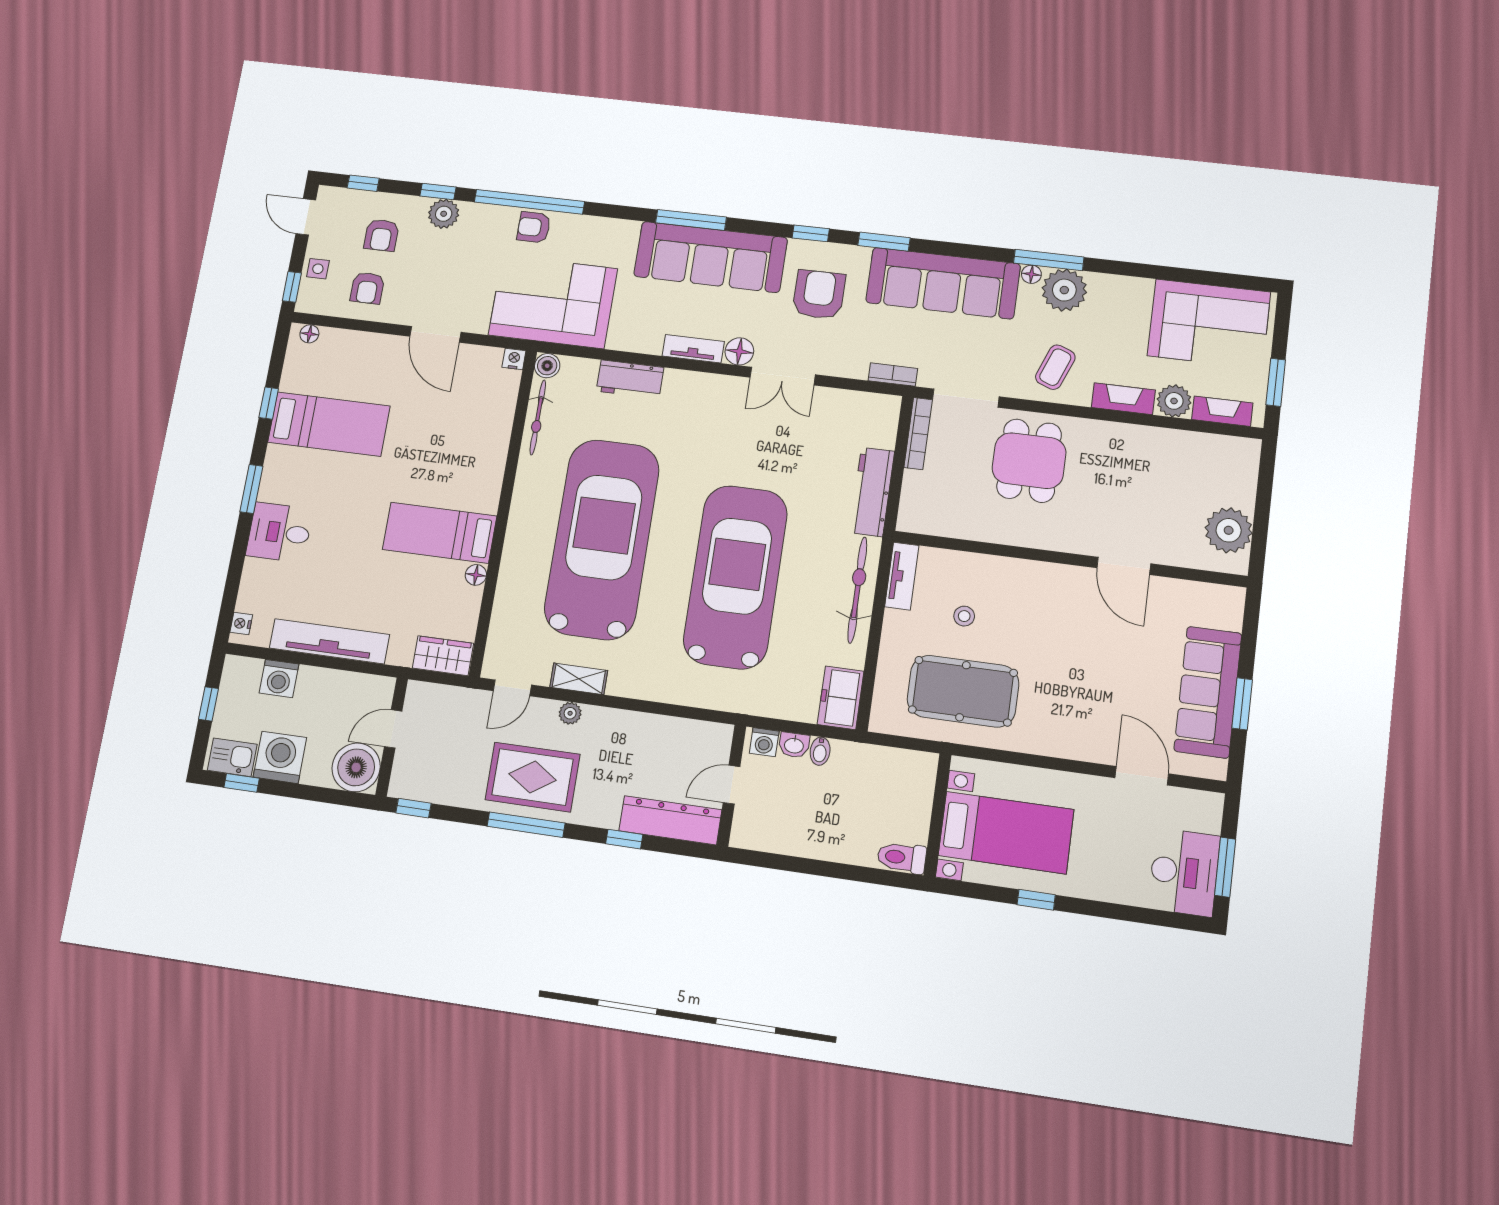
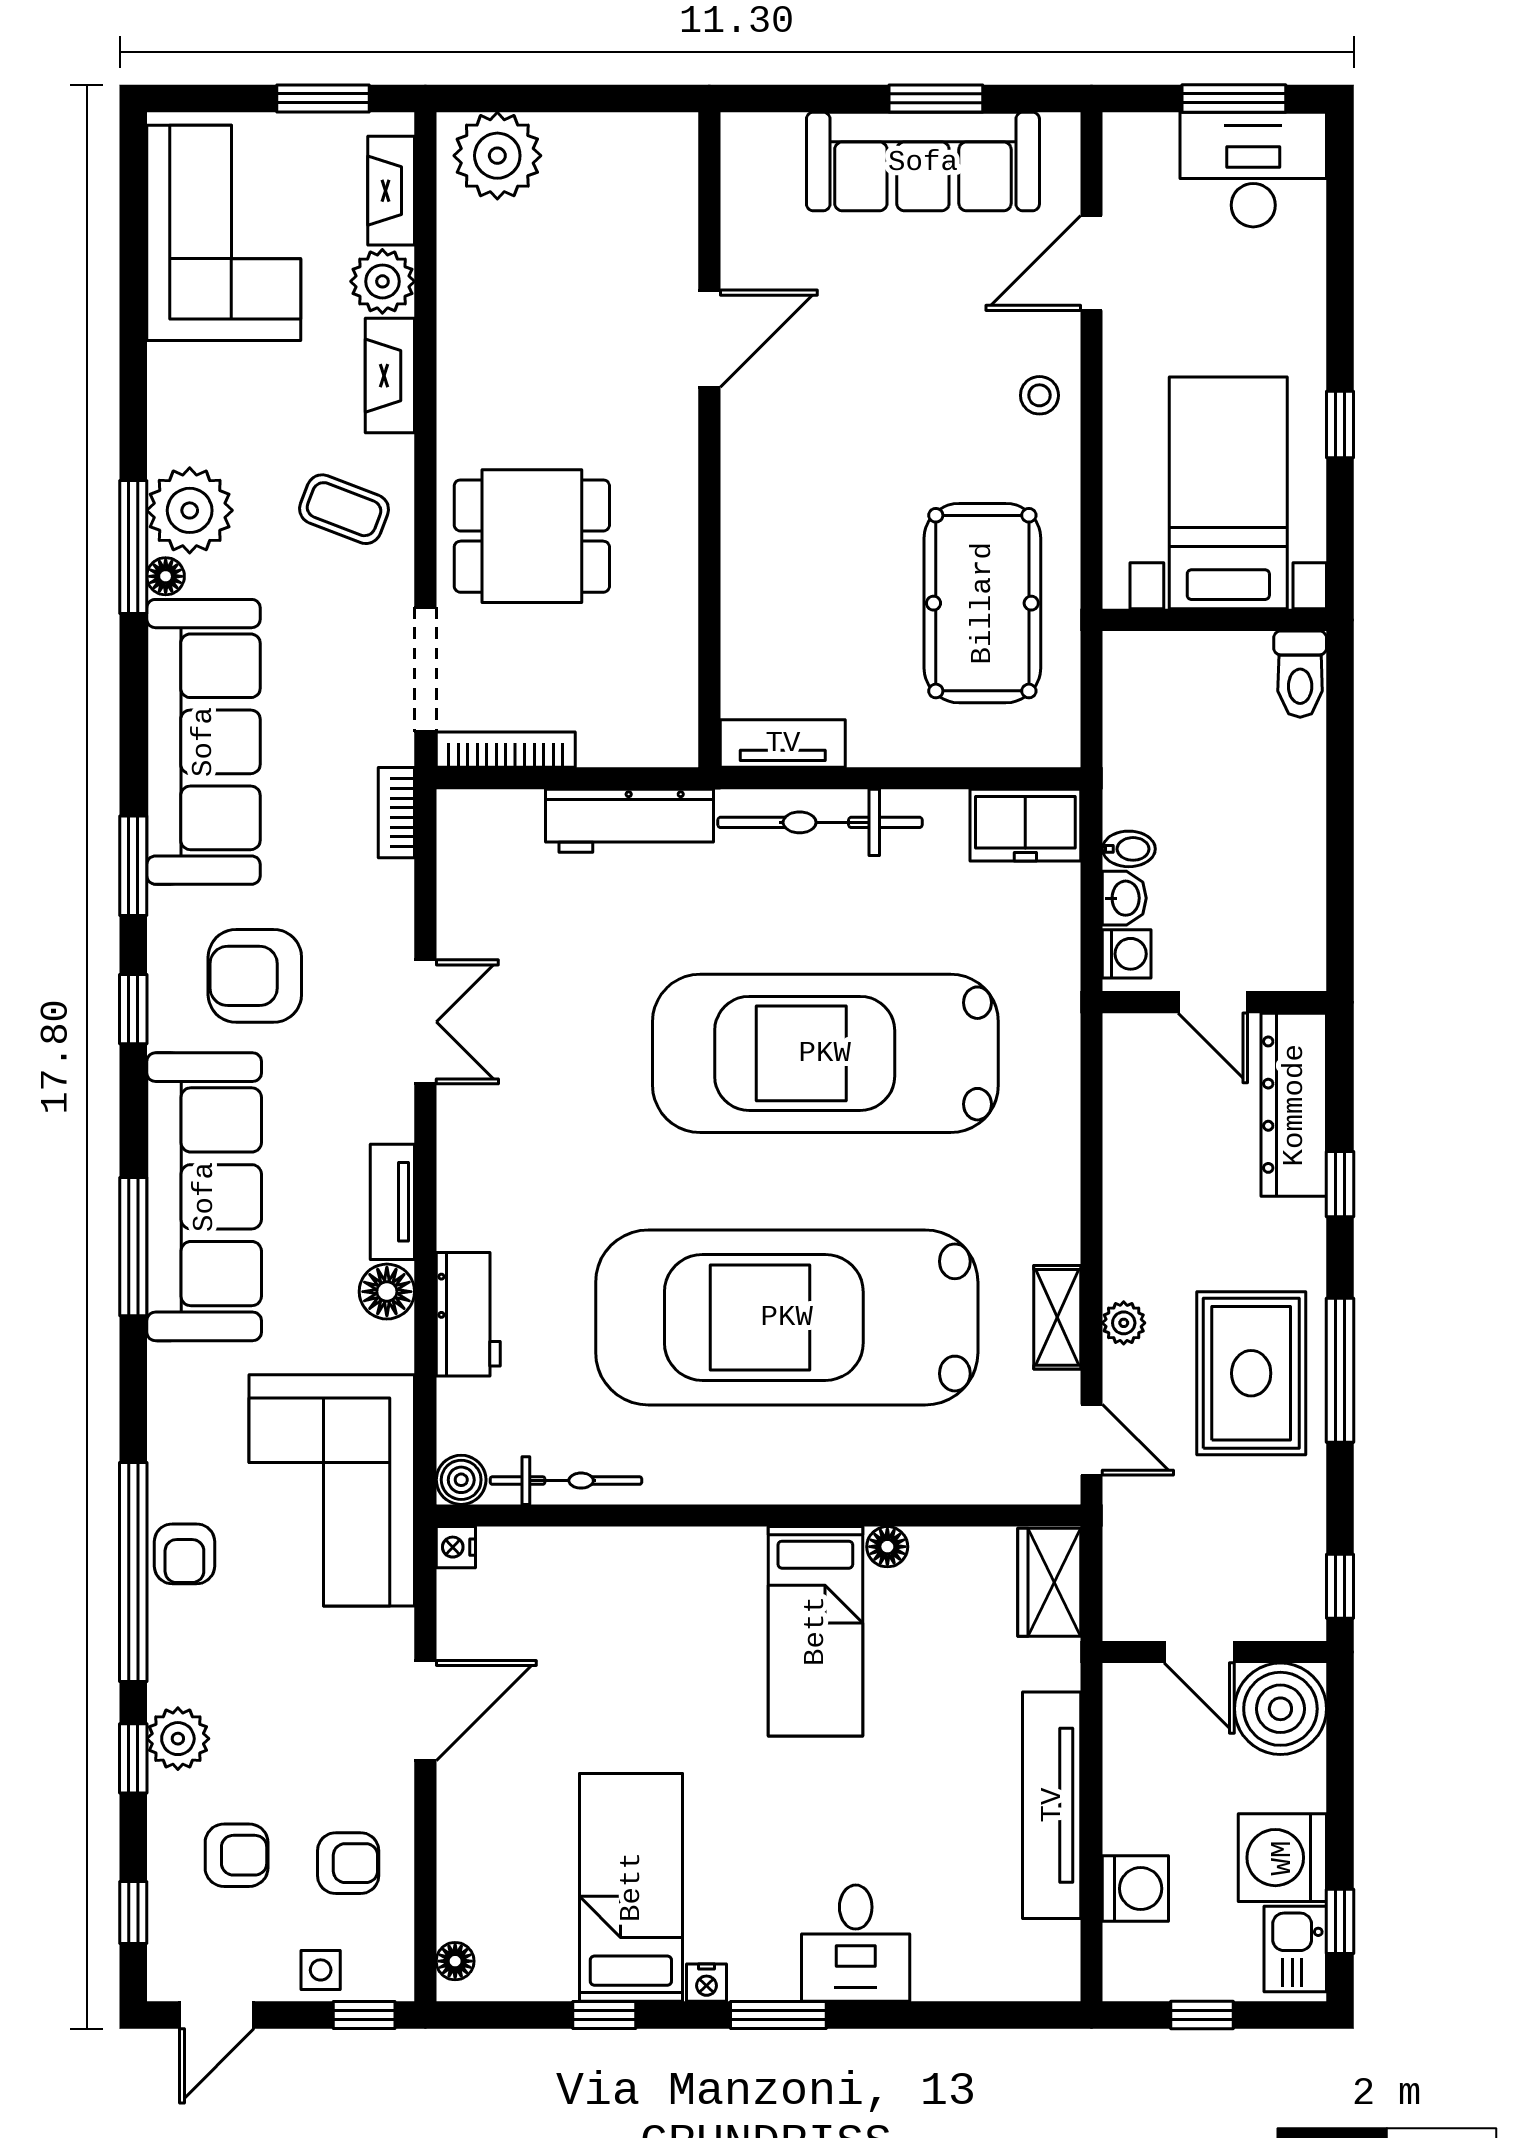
floor lamp: (739, 351) -> (387, 1292), moved
plant: (1229, 530) -> (497, 156), moved
stool: (964, 616) -> (1039, 395), moved
nightstand: (241, 623) -> (707, 1983), moved

